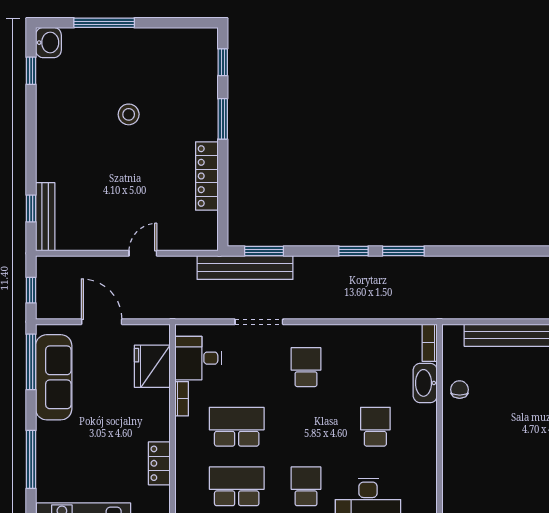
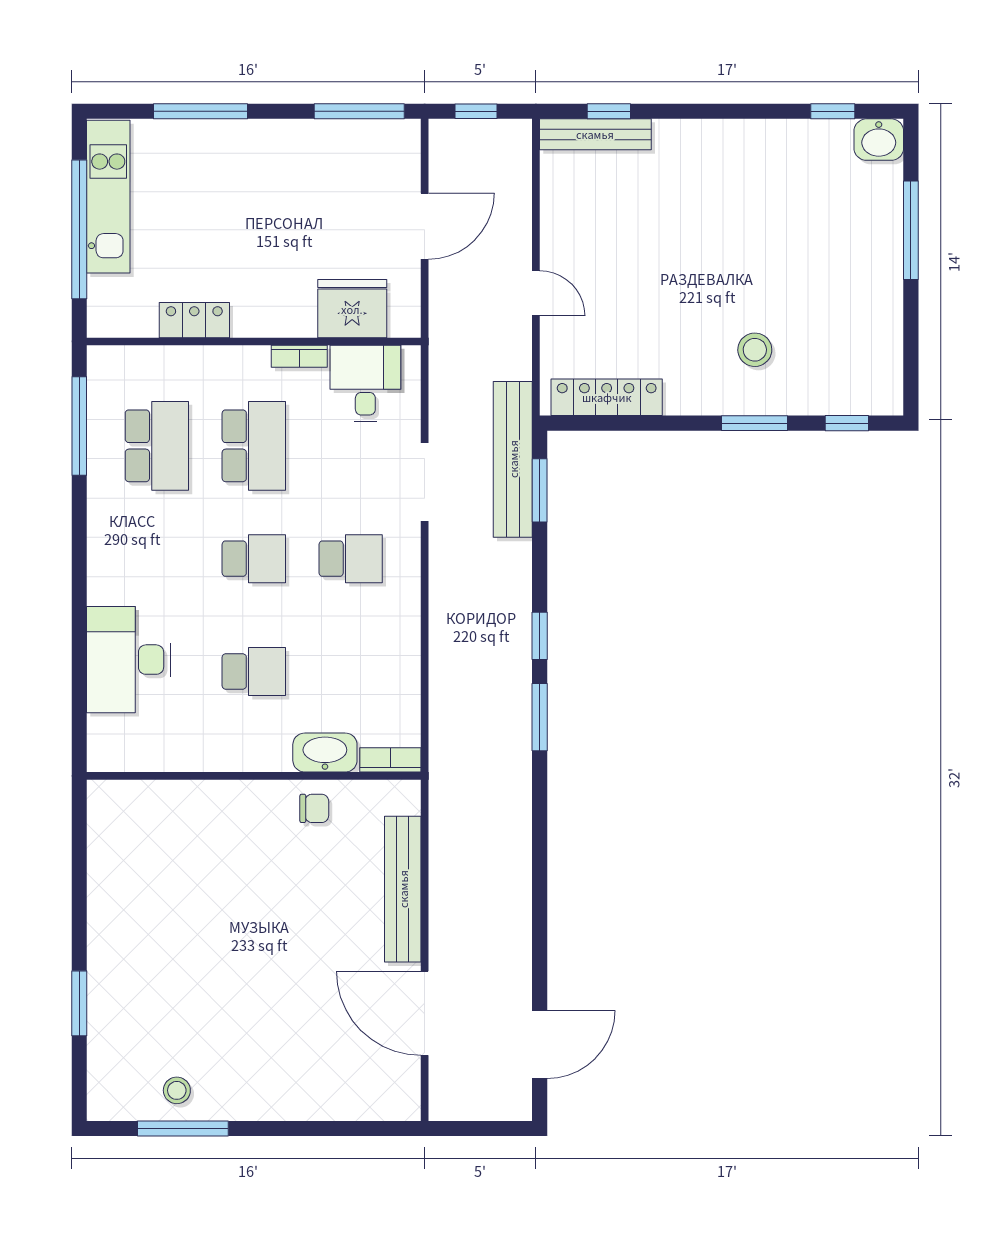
stool: (129, 114) -> (755, 350), moved
locker: (207, 176) -> (607, 397), moved
sofa: (54, 377) -> (334, 148), removed
school desk: (306, 486) -> (254, 559), moved

